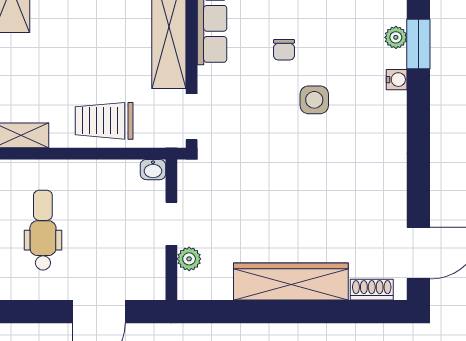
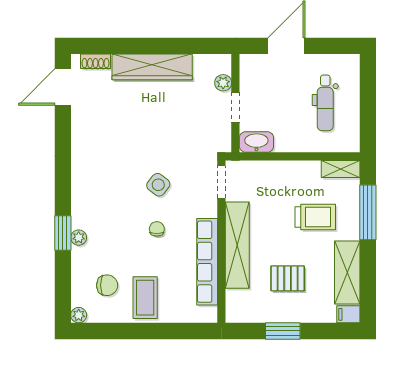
water cooler: (397, 80) -> (78, 208), removed
side table: (314, 100) -> (158, 185), moved, turned 38
trolley: (104, 121) -> (315, 217), moved
washbasin: (153, 170) -> (256, 142), width x1.91, depth x1.45

